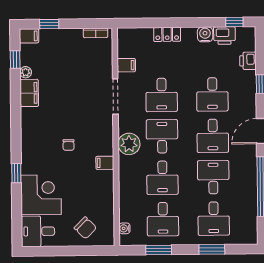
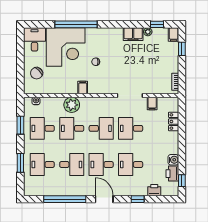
locker: (167, 34) -> (174, 121), moved
plant: (129, 144) -> (72, 105), moved
window: (16, 173) -> (76, 24), width x3.17
corner desk: (41, 195) -> (66, 47), width x1.36, depth x1.36

